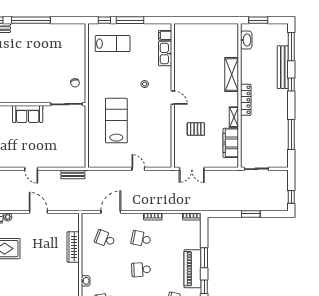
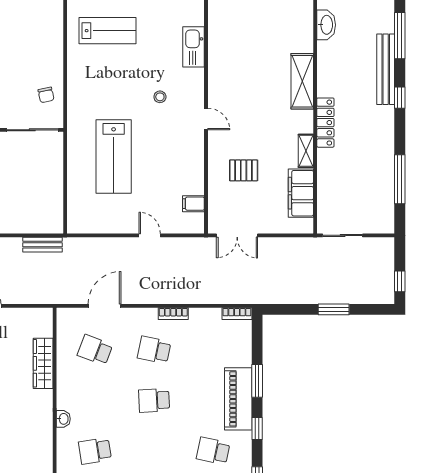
filing cabinet: (165, 35) -> (193, 204), moved
lab bench: (116, 121) -> (114, 156), turned 180

